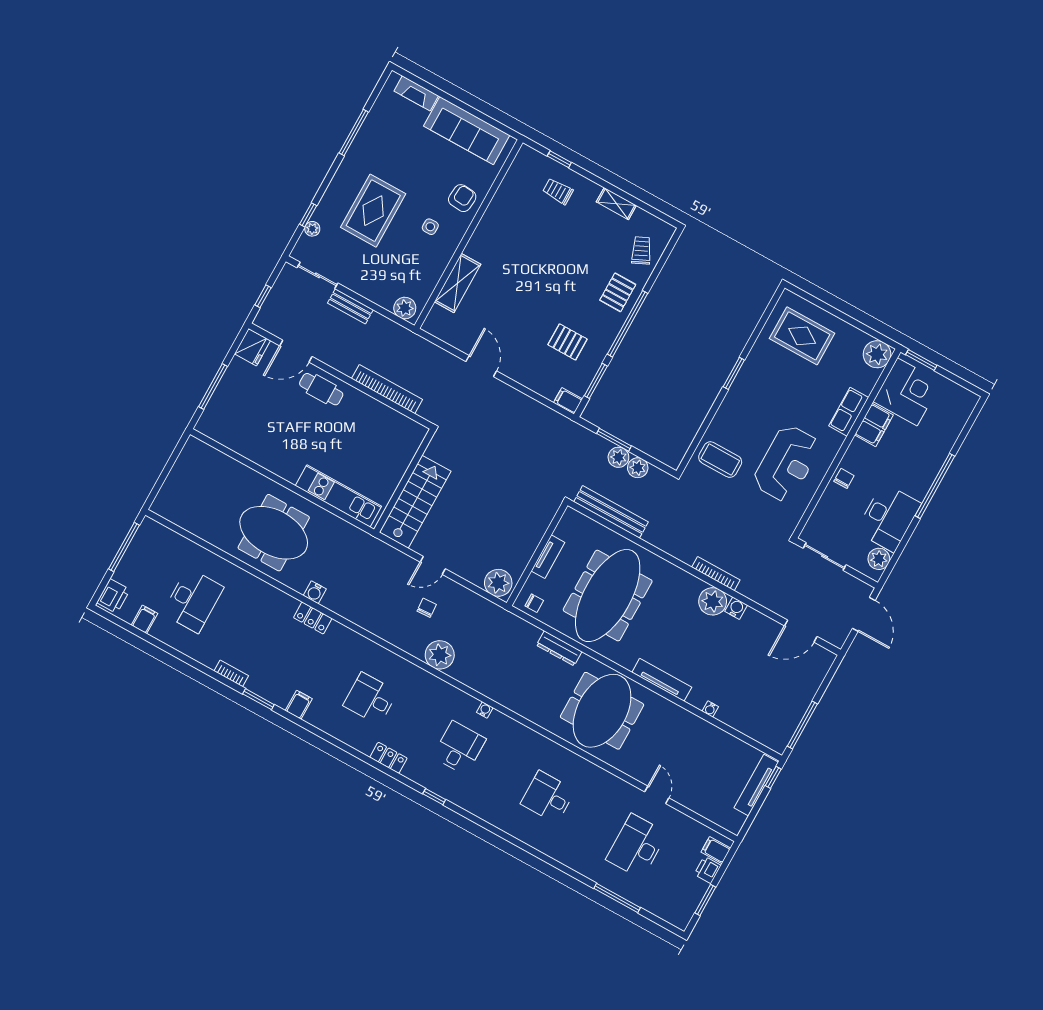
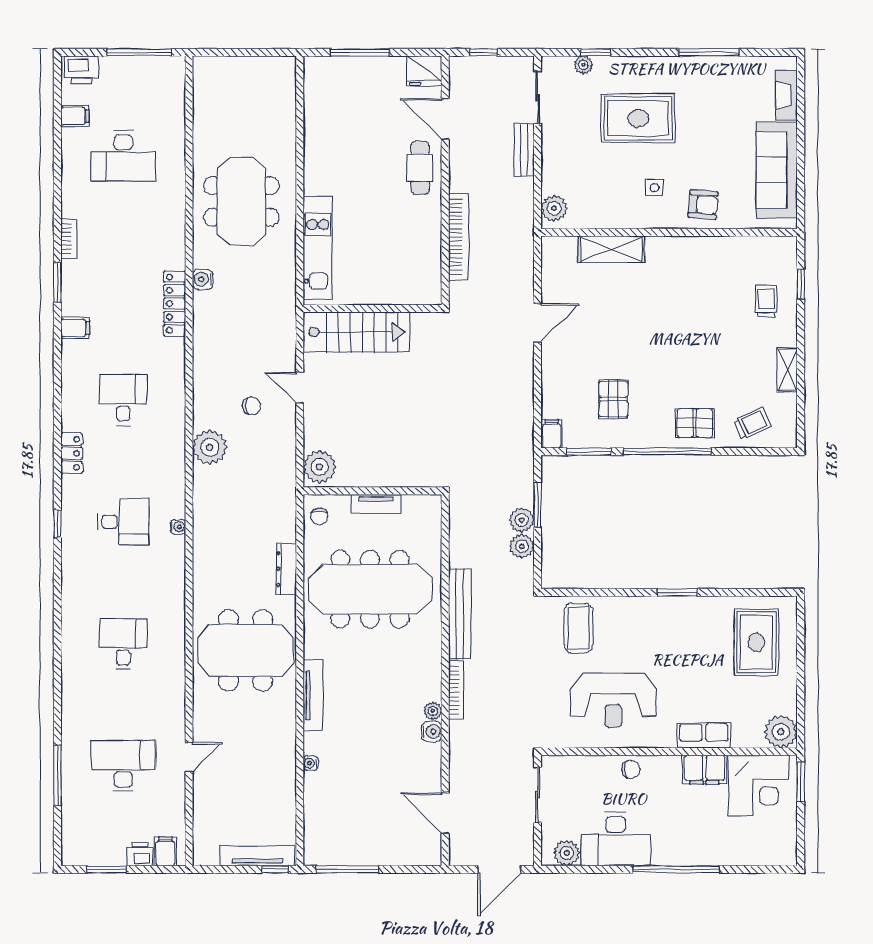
bench: (611, 512) -> (460, 614), moved
plant: (713, 601) -> (433, 711), width x0.53, depth x0.53
locker: (313, 618) -> (175, 304), width x1.53

